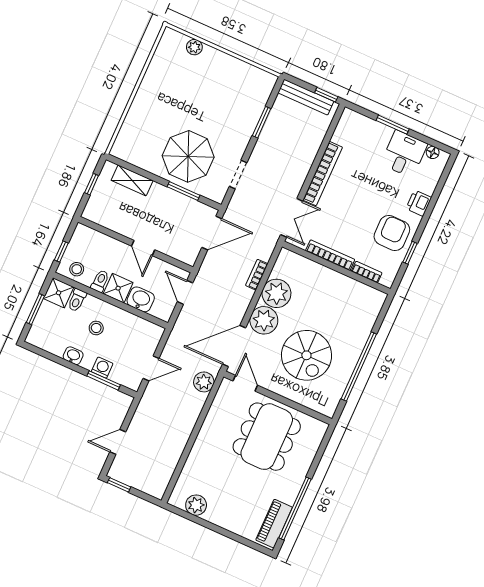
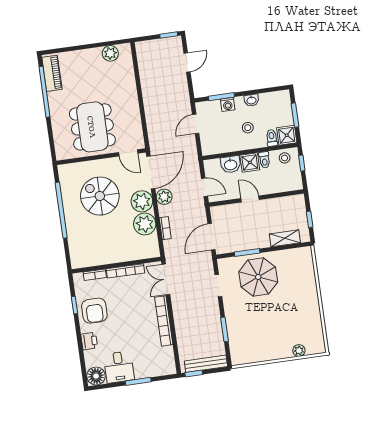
floor lamp: (433, 152) -> (96, 376), width x1.89, depth x1.89
plant: (204, 382) -> (164, 197), moved

